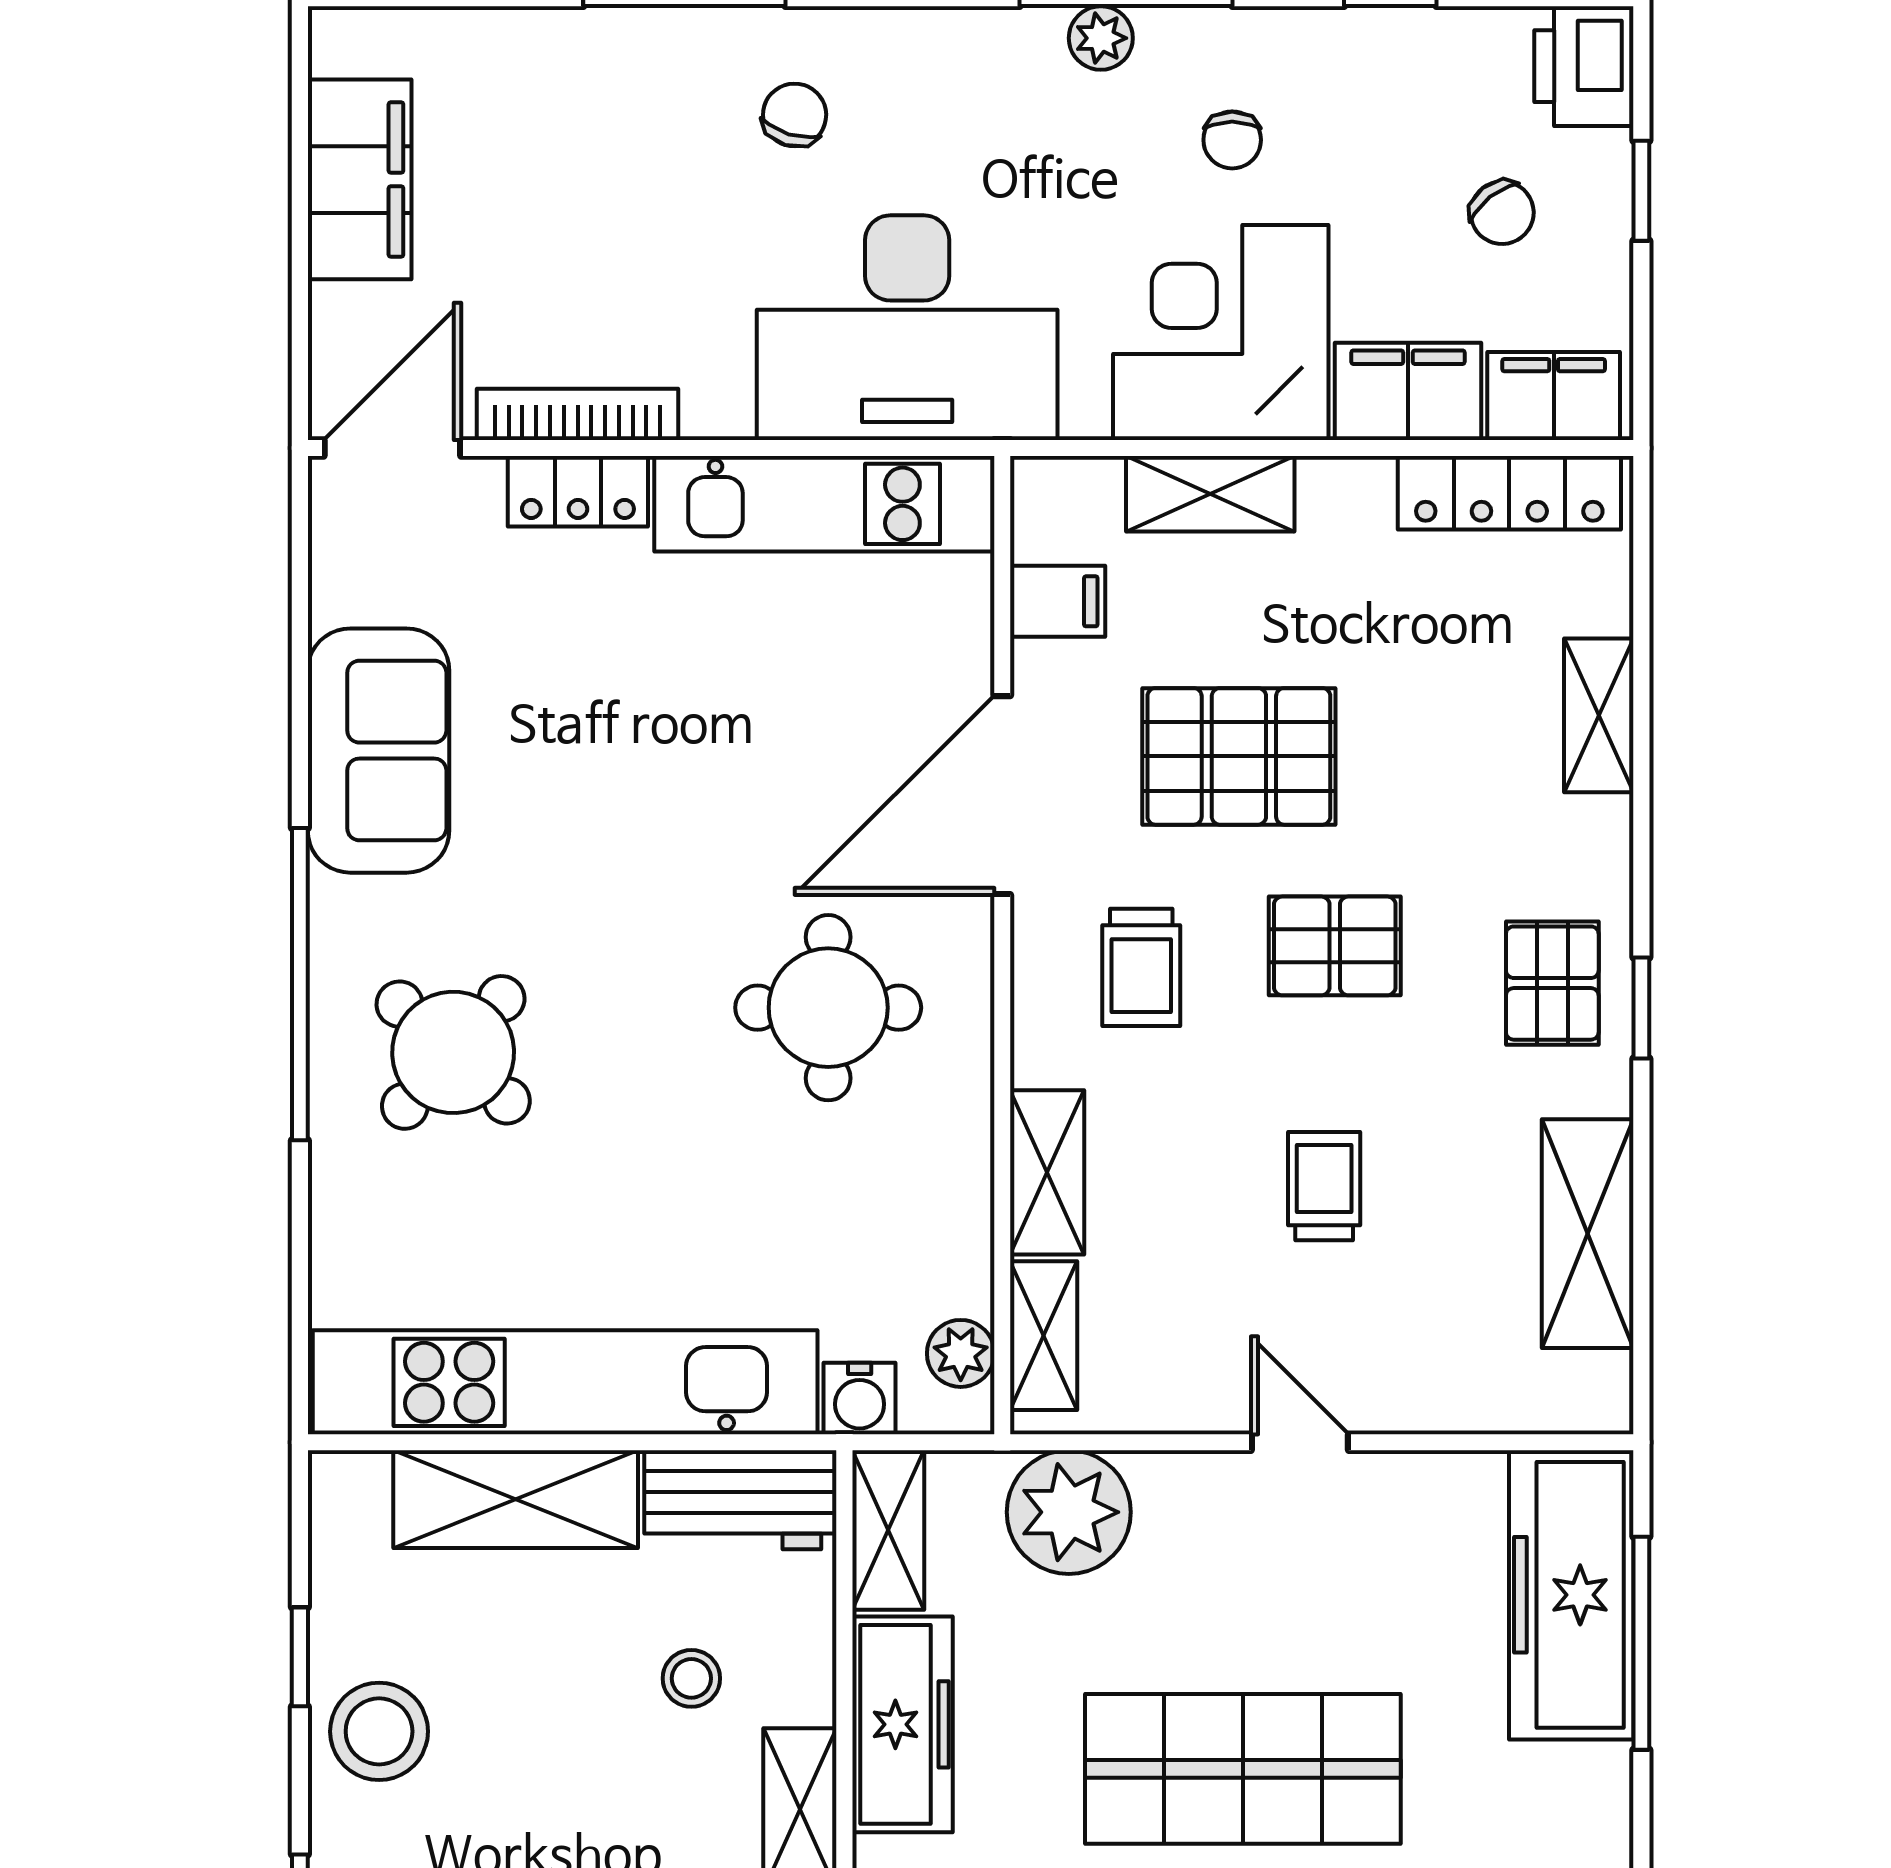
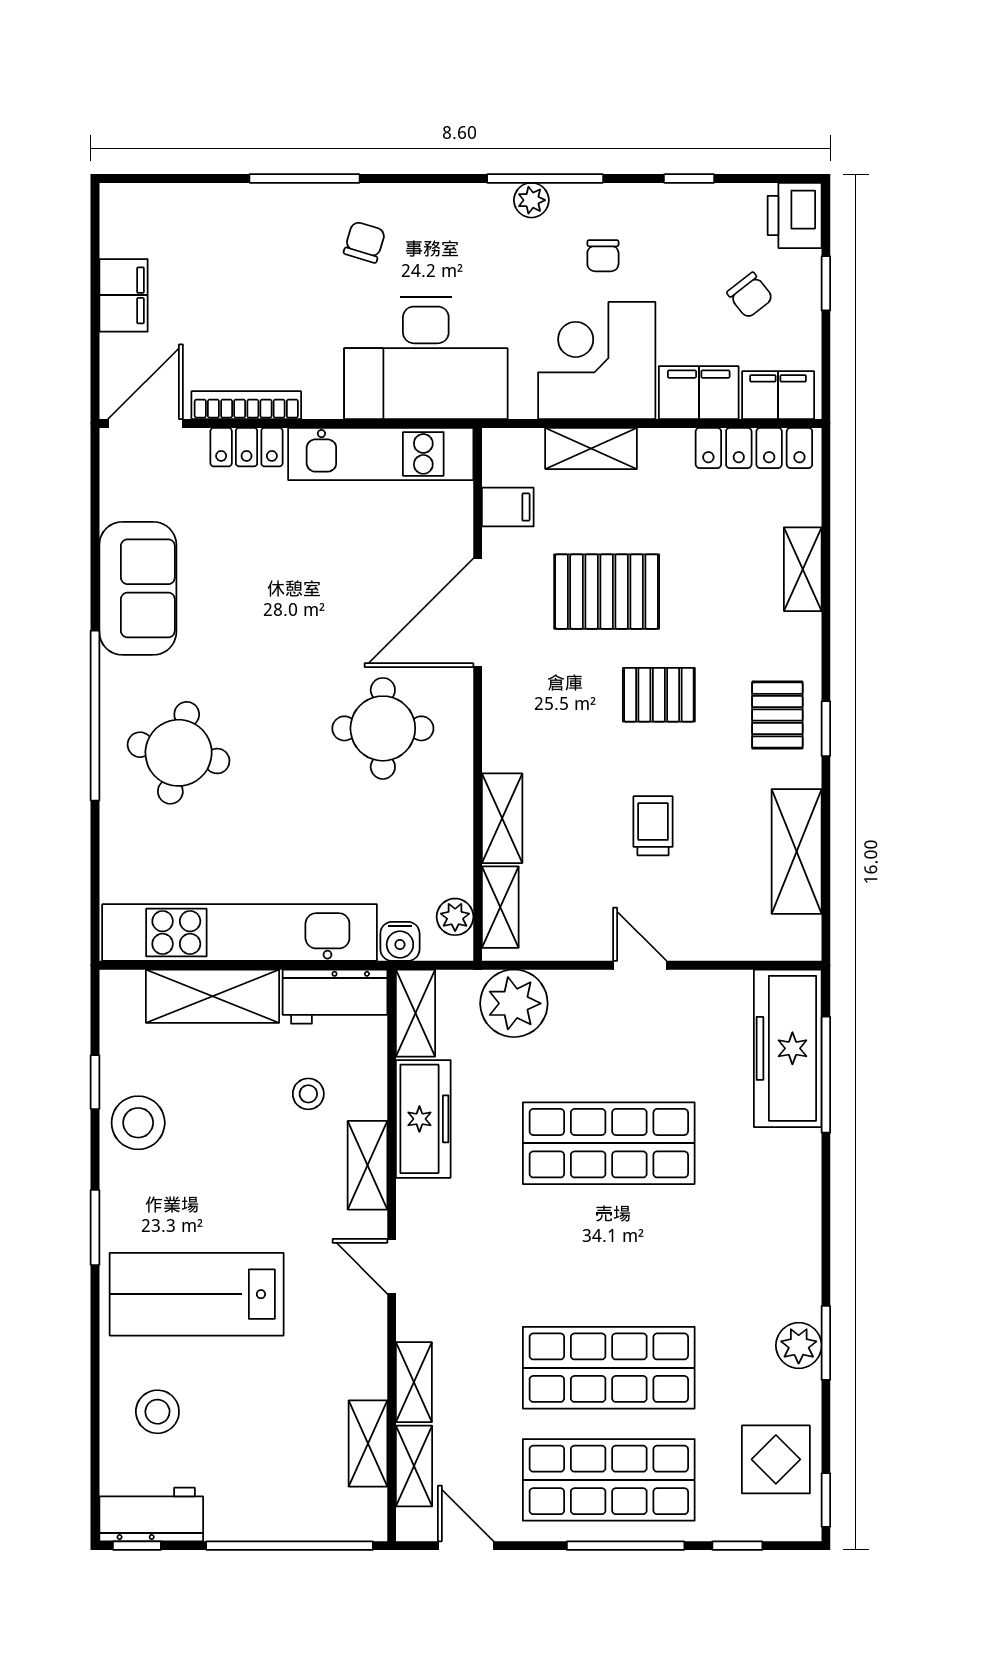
filing cabinet: (360, 179) -> (124, 295), width x0.67, depth x0.86
trolley: (1141, 967) -> (553, 706), removed
round table: (453, 1052) -> (179, 753), turned -30

